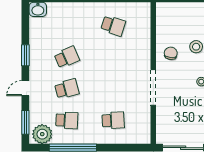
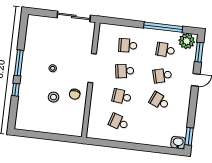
window: (25, 55) -> (189, 136), moved
school desk: (67, 57) -> (159, 101), turned 48
school desk: (113, 57) -> (122, 97), added
school desk: (113, 89) -> (125, 71), added

